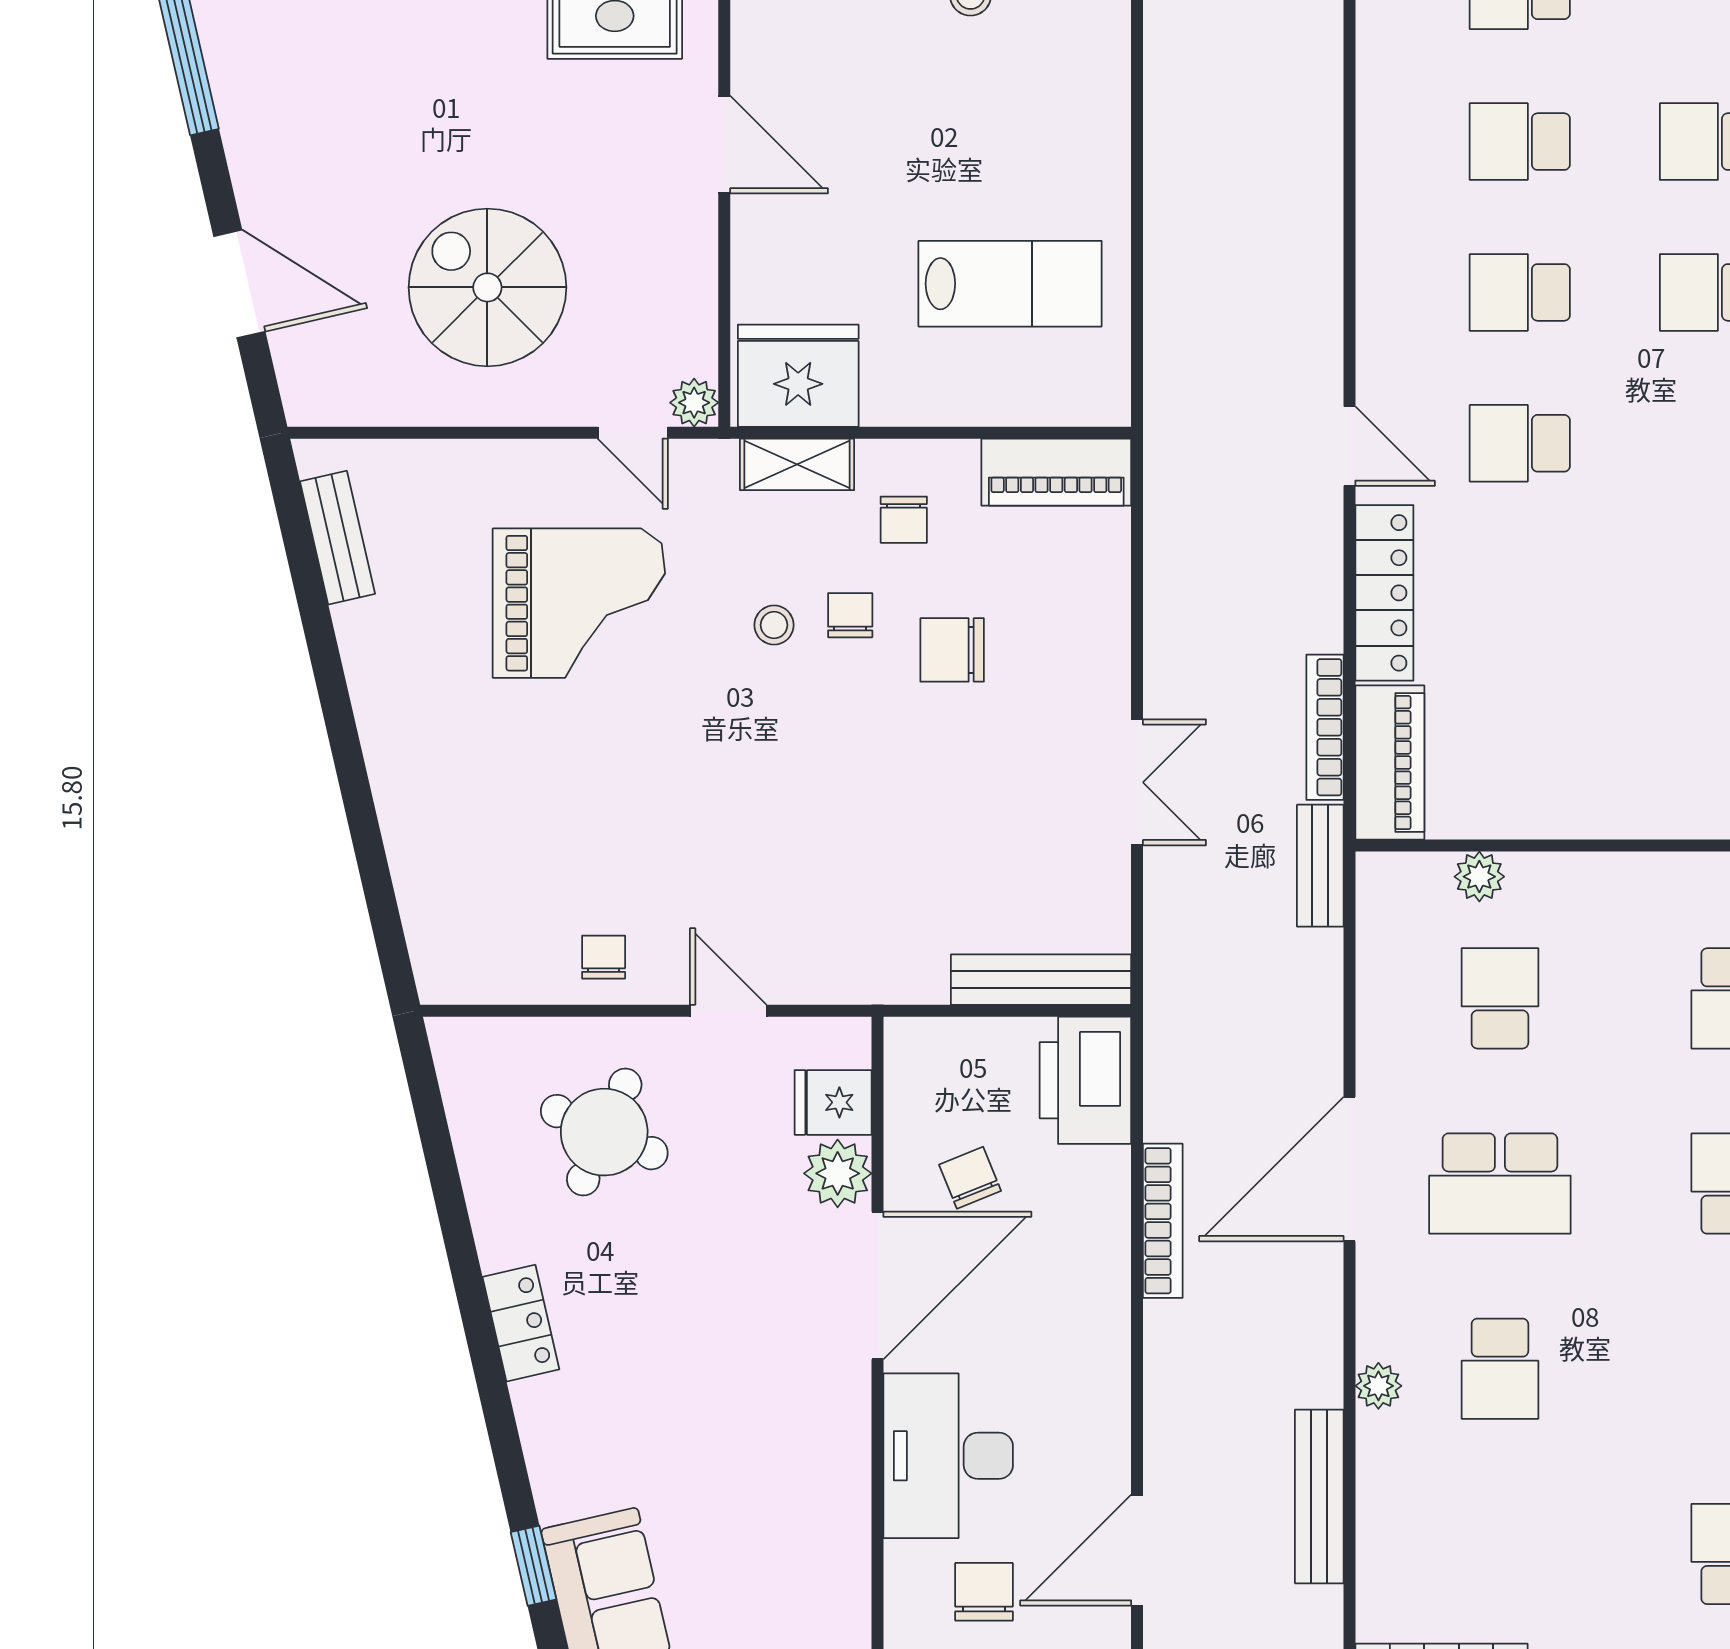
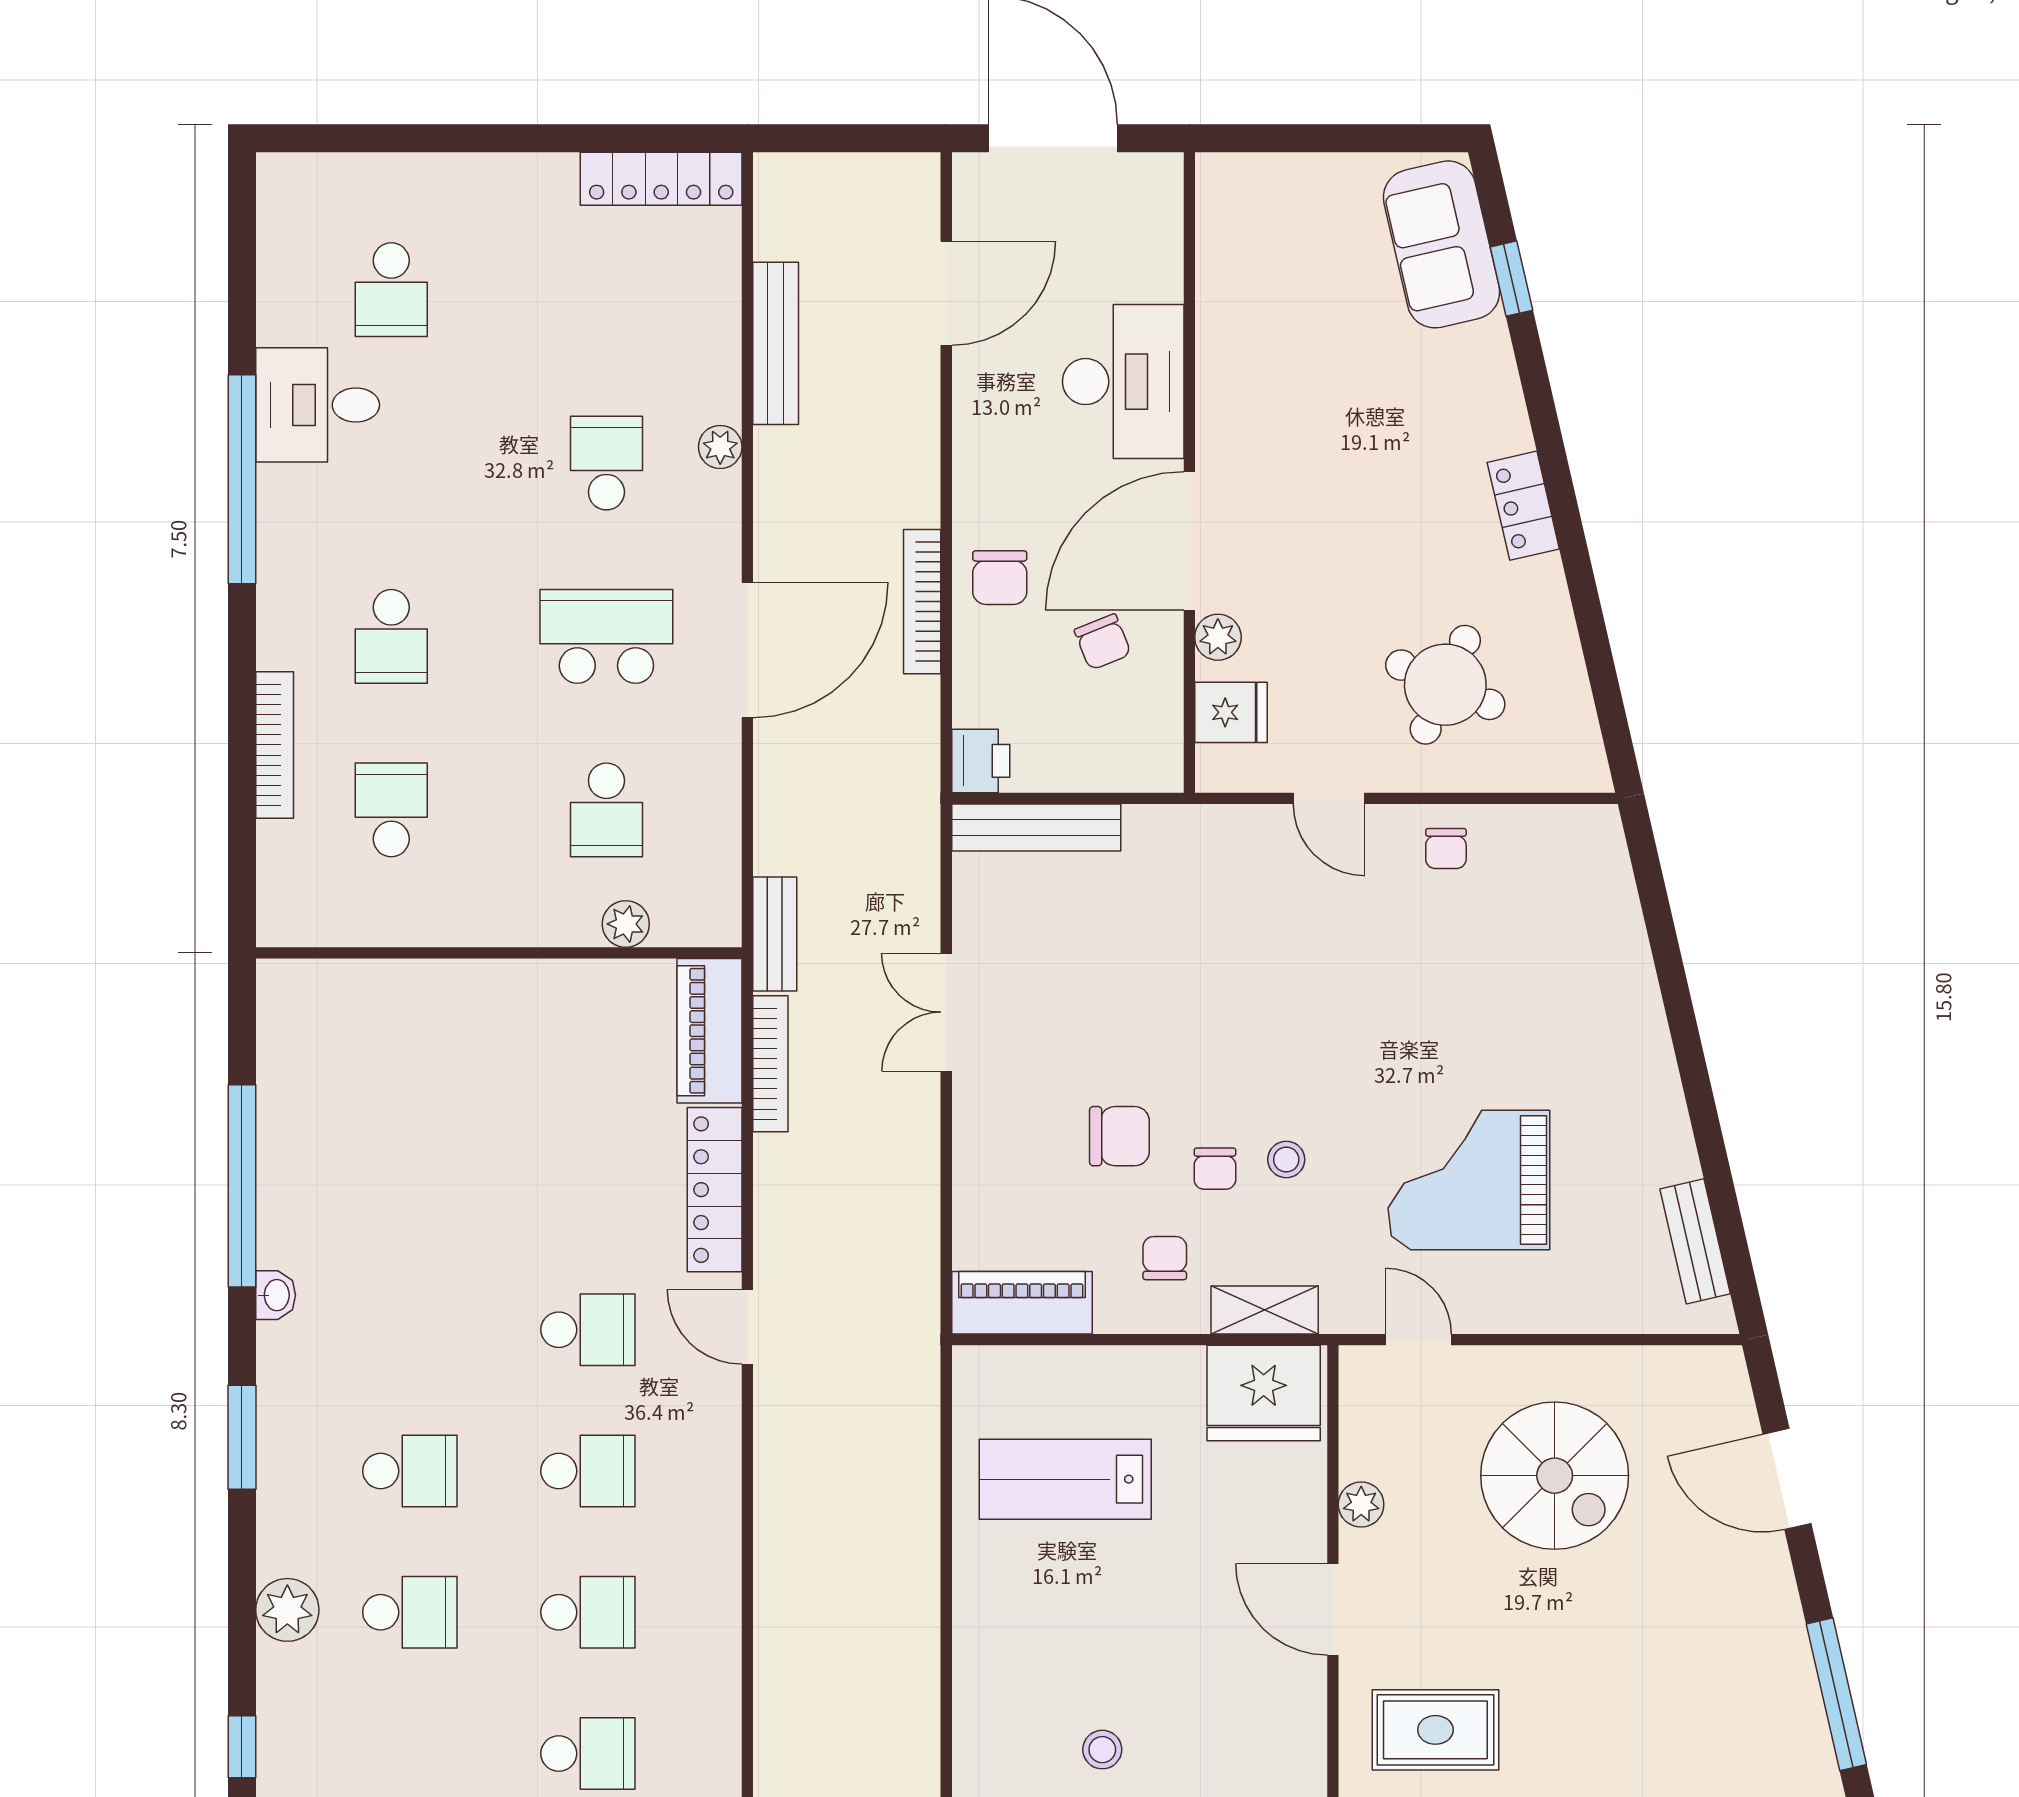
plant: (694, 403) -> (1361, 1504), moved
printer: (1085, 1080) -> (981, 761), width x0.53, depth x0.68
plant: (838, 1173) -> (1218, 637), width x0.73, depth x0.73
chair: (984, 1592) -> (1000, 578), moved

